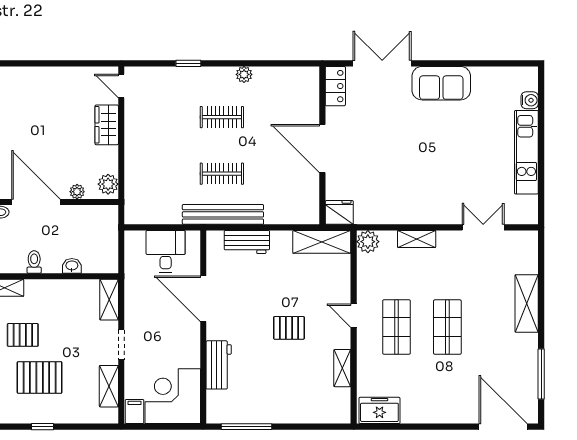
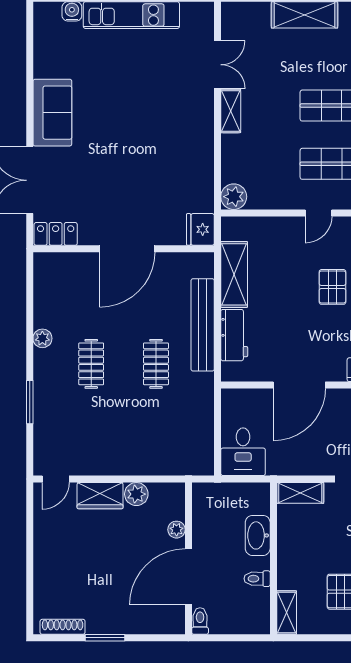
window: (188, 63) -> (30, 402), width x1.50
plant: (108, 184) -> (136, 494), moved
bench: (223, 214) -> (203, 325), moved
double door: (483, 227) -> (218, 65), swing flipped
shelving: (417, 239) -> (231, 111), moved
shelving: (322, 242) -> (234, 274), moved
desk: (166, 251) -> (243, 452), moved, turned -90
washbasin: (72, 266) -> (258, 535), width x1.91, depth x1.45

